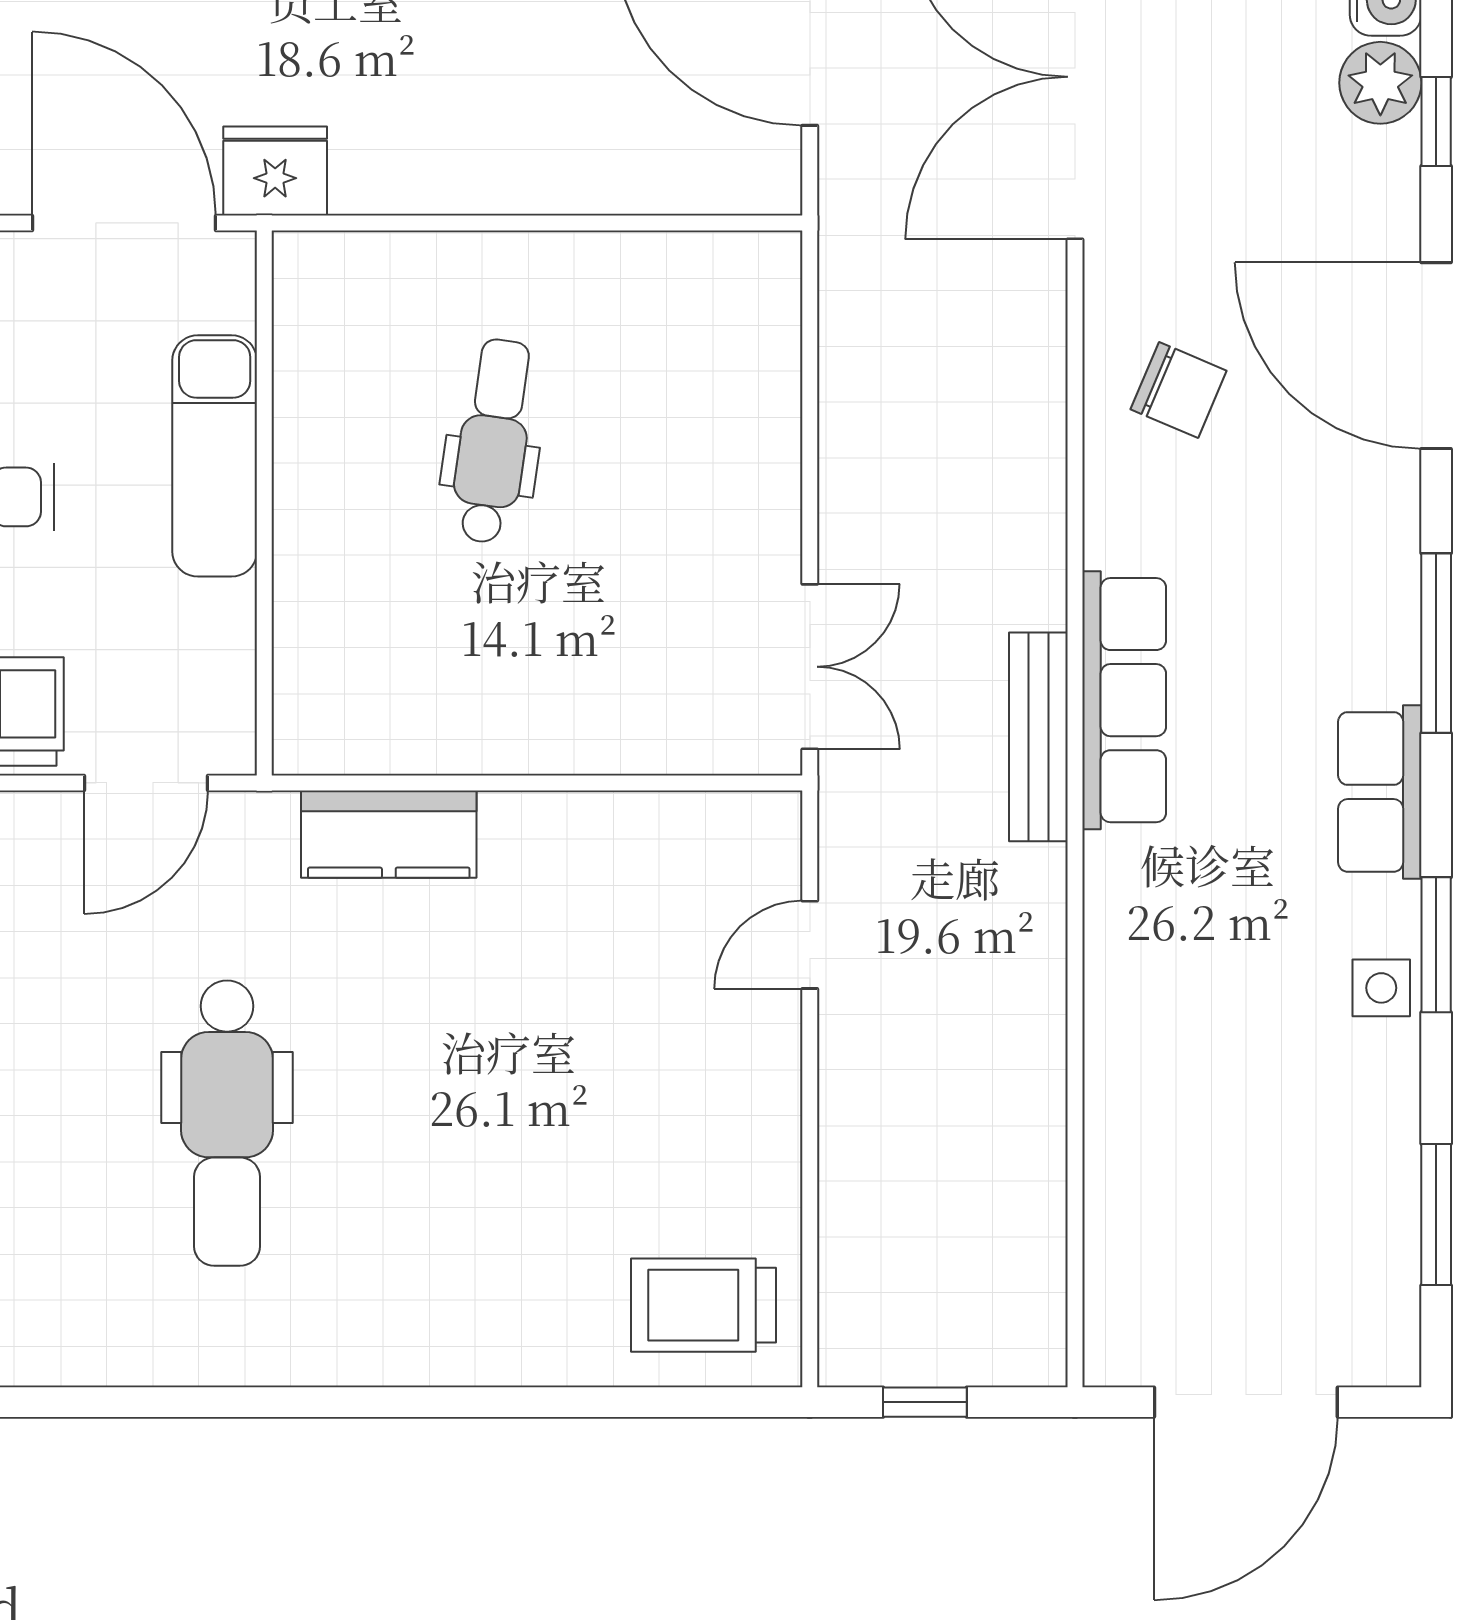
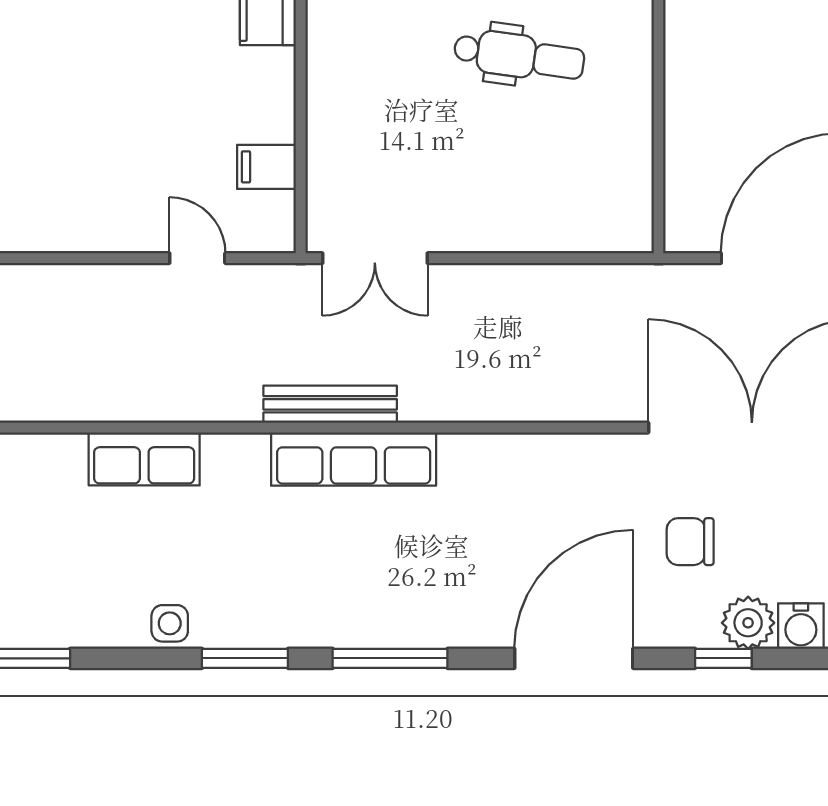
chair: (1179, 390) -> (690, 542), moved, turned 67
row of seats: (1380, 792) -> (144, 459), moved, turned 180
filing cabinet: (667, 836) -> (267, 167), added
window: (1436, 945) -> (245, 658), moved

